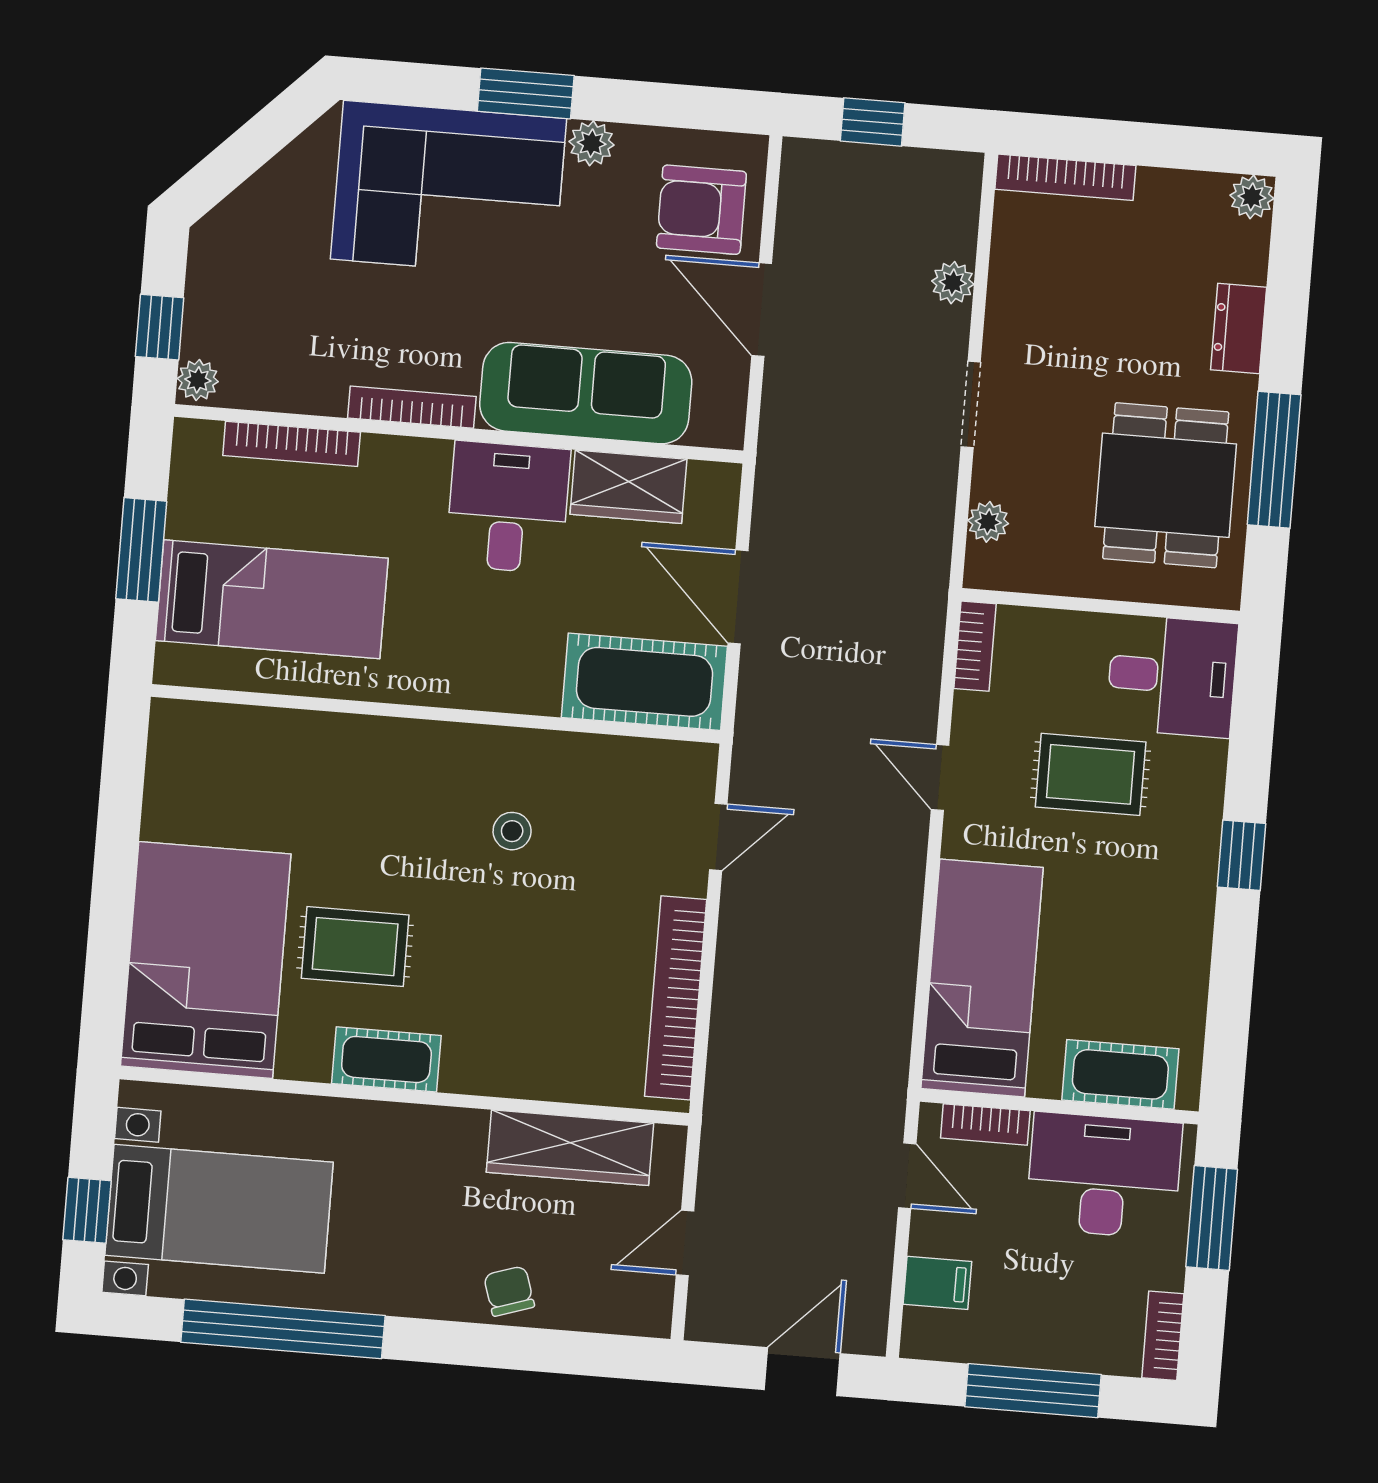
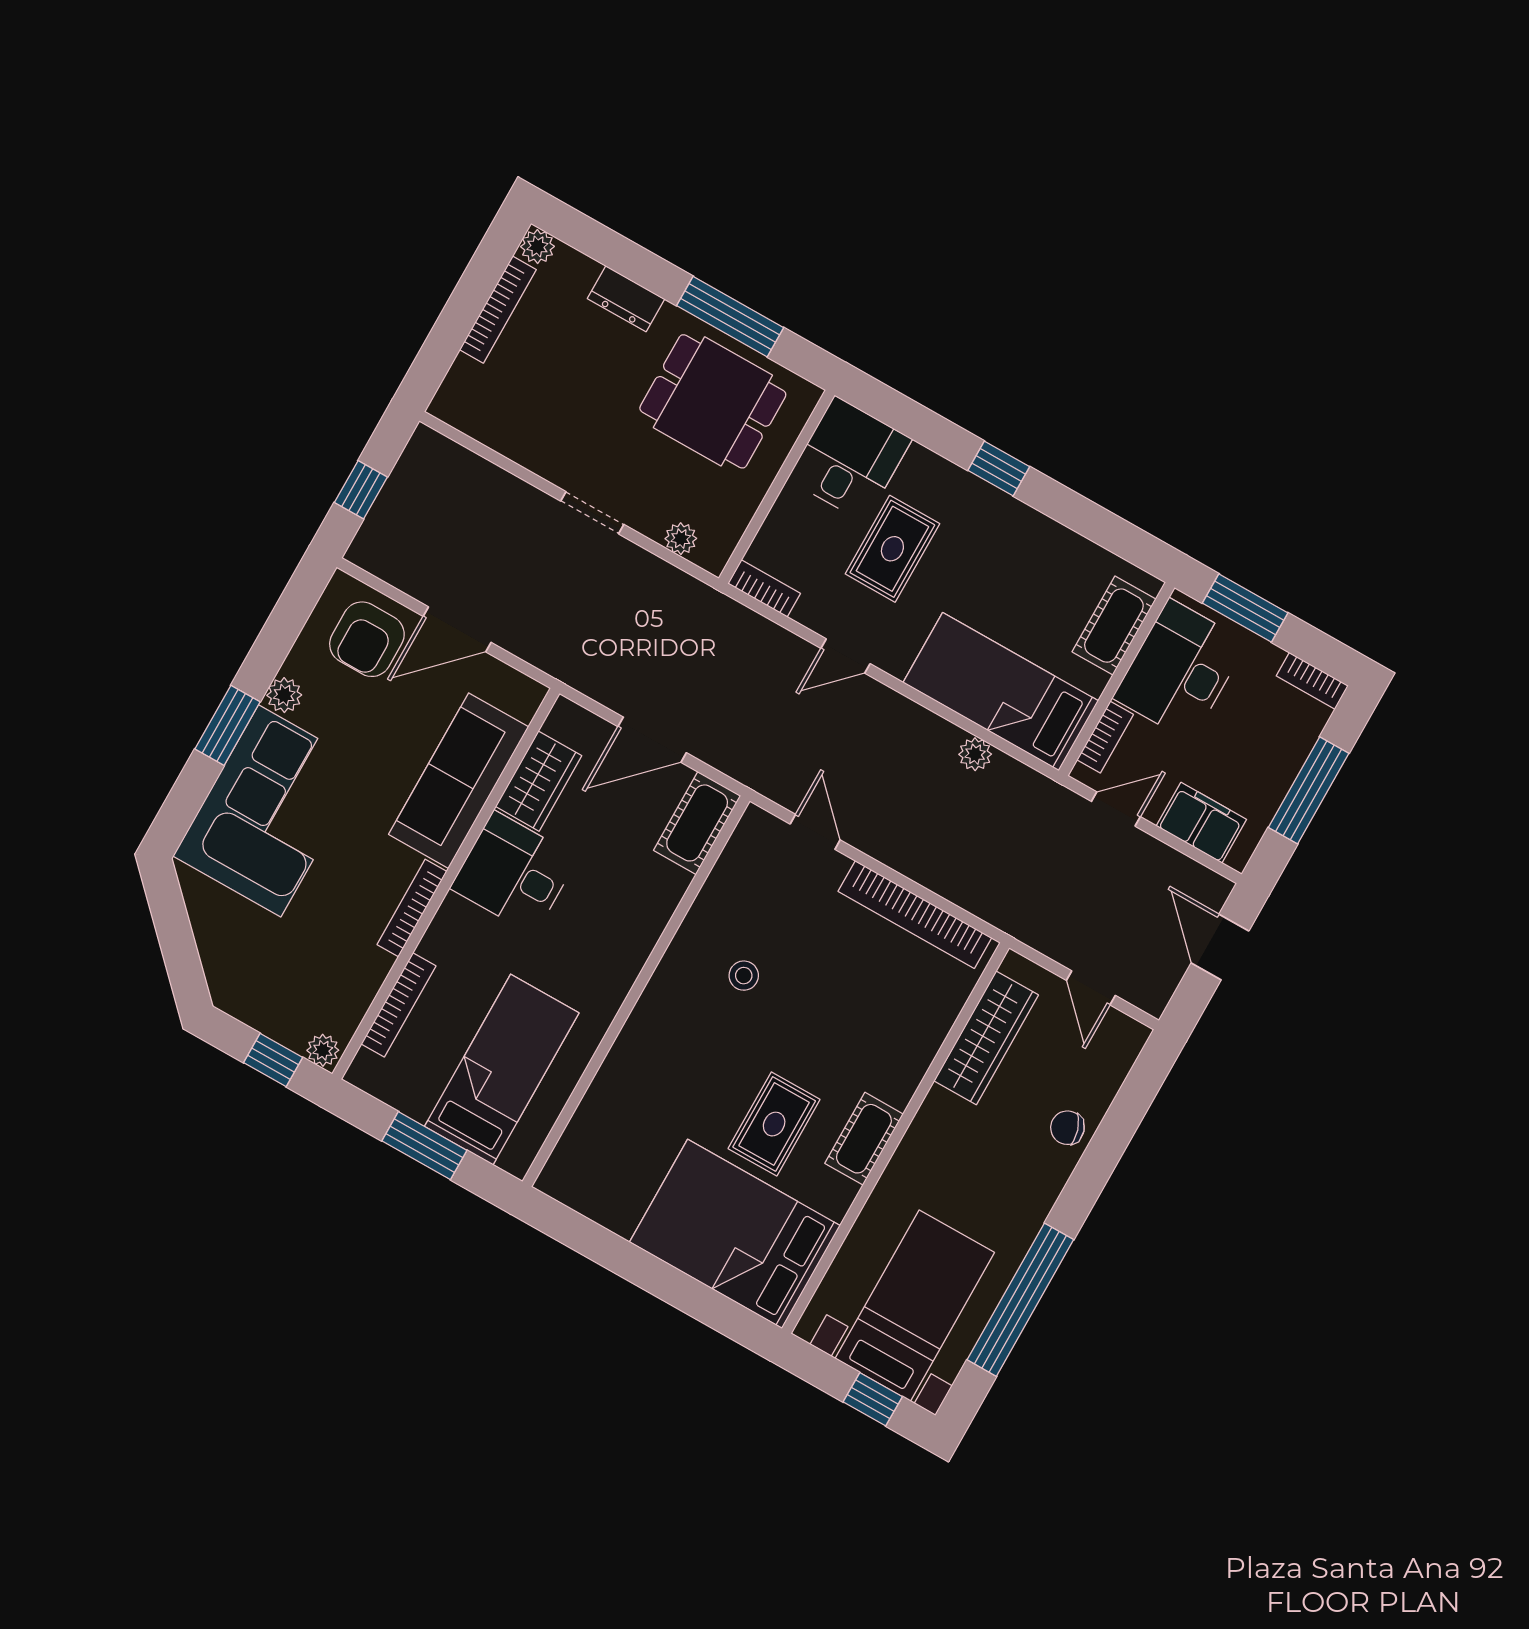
bookcase: (1065, 177) -> (498, 310), moved
plant: (953, 283) -> (975, 754), moved
cot: (644, 682) -> (697, 823), width x0.73, depth x0.75
filing cabinet: (937, 1283) -> (1201, 823), width x2.00

